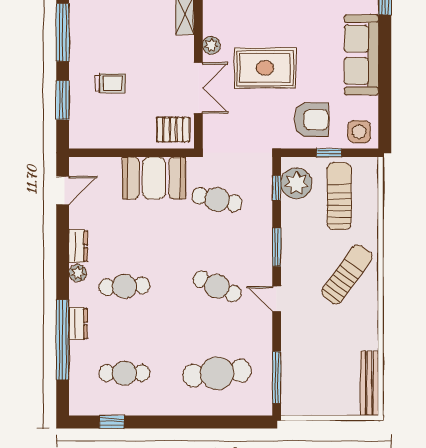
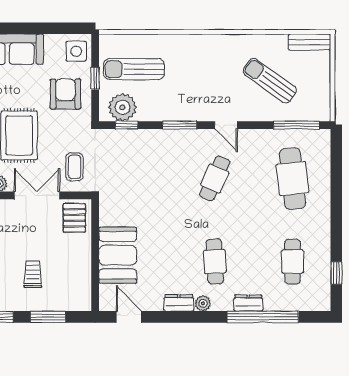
coffee table: (230, 130) -> (74, 167), added
booth: (154, 178) -> (118, 255), moved
cafe table: (217, 199) -> (137, 179), removed
sun lounger: (347, 274) -> (270, 81), moved
door: (277, 299) -> (226, 125), hinge flipped
bench: (369, 383) -> (309, 42), width x0.73

